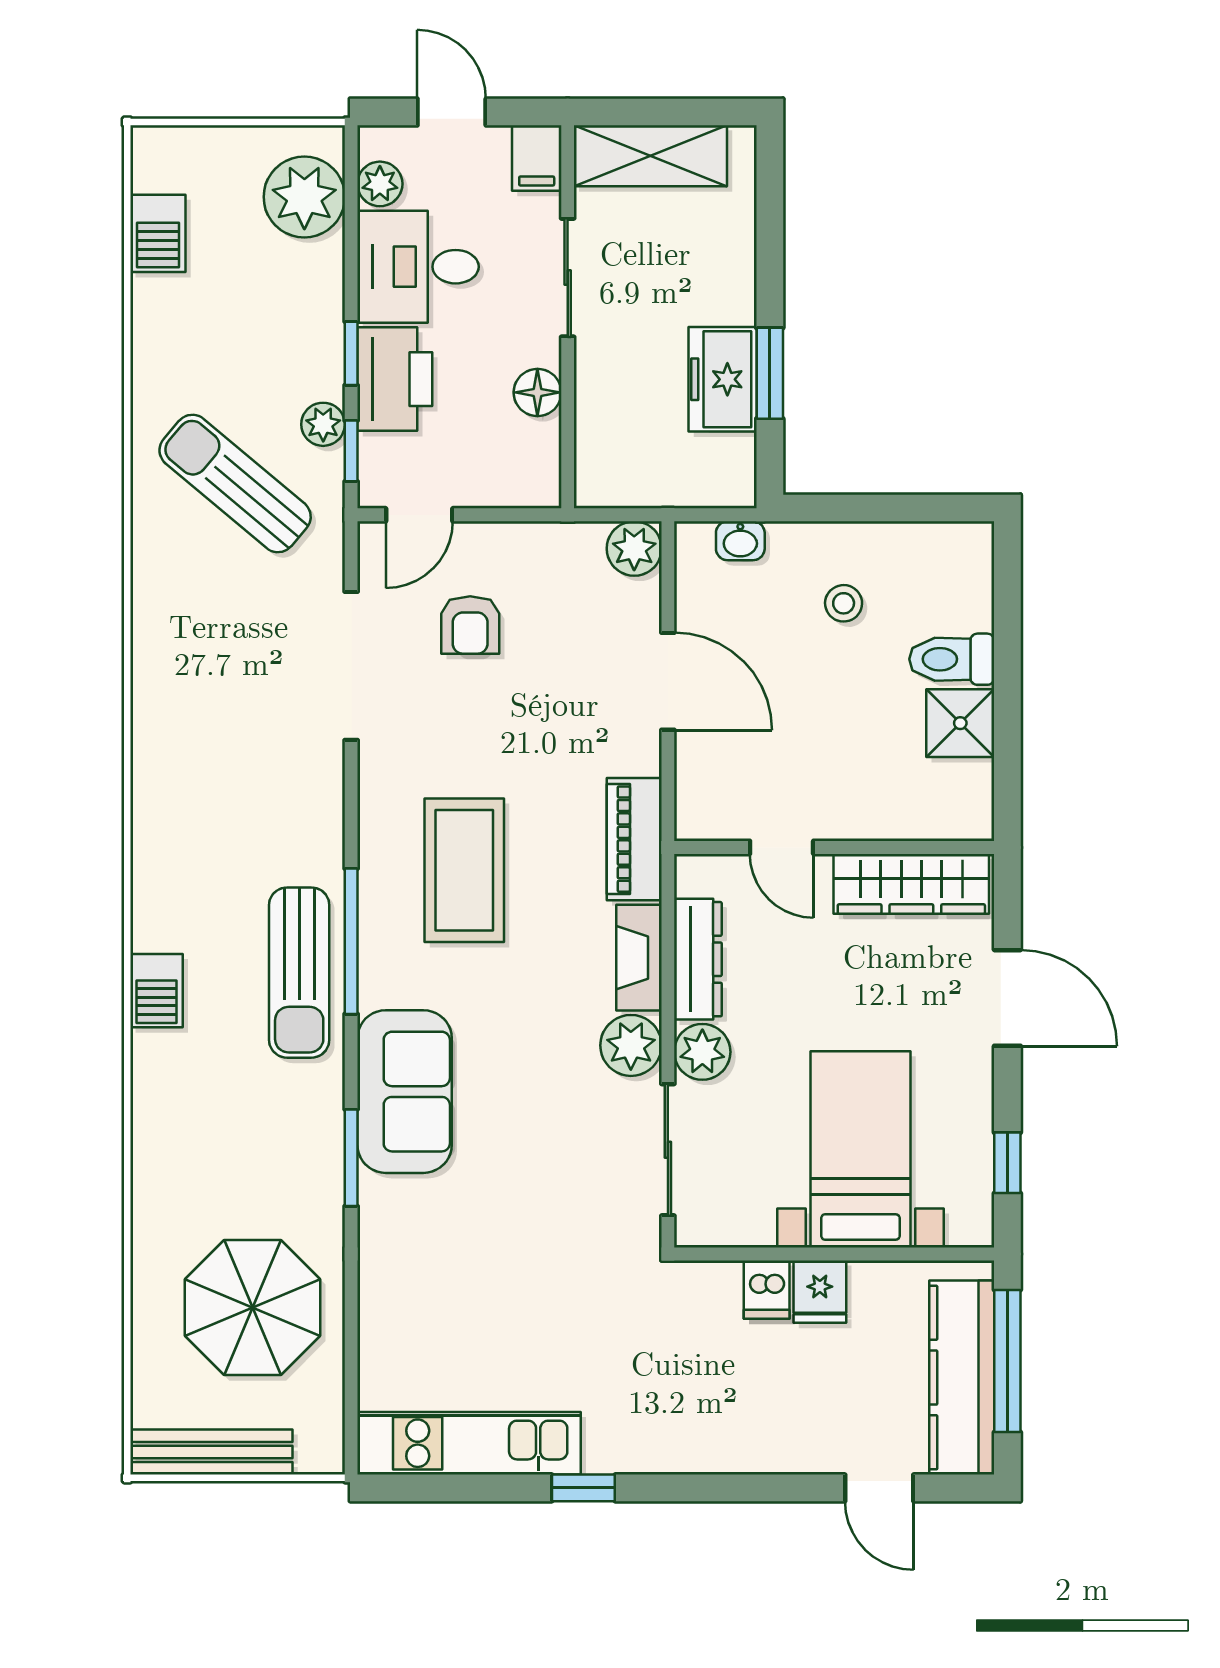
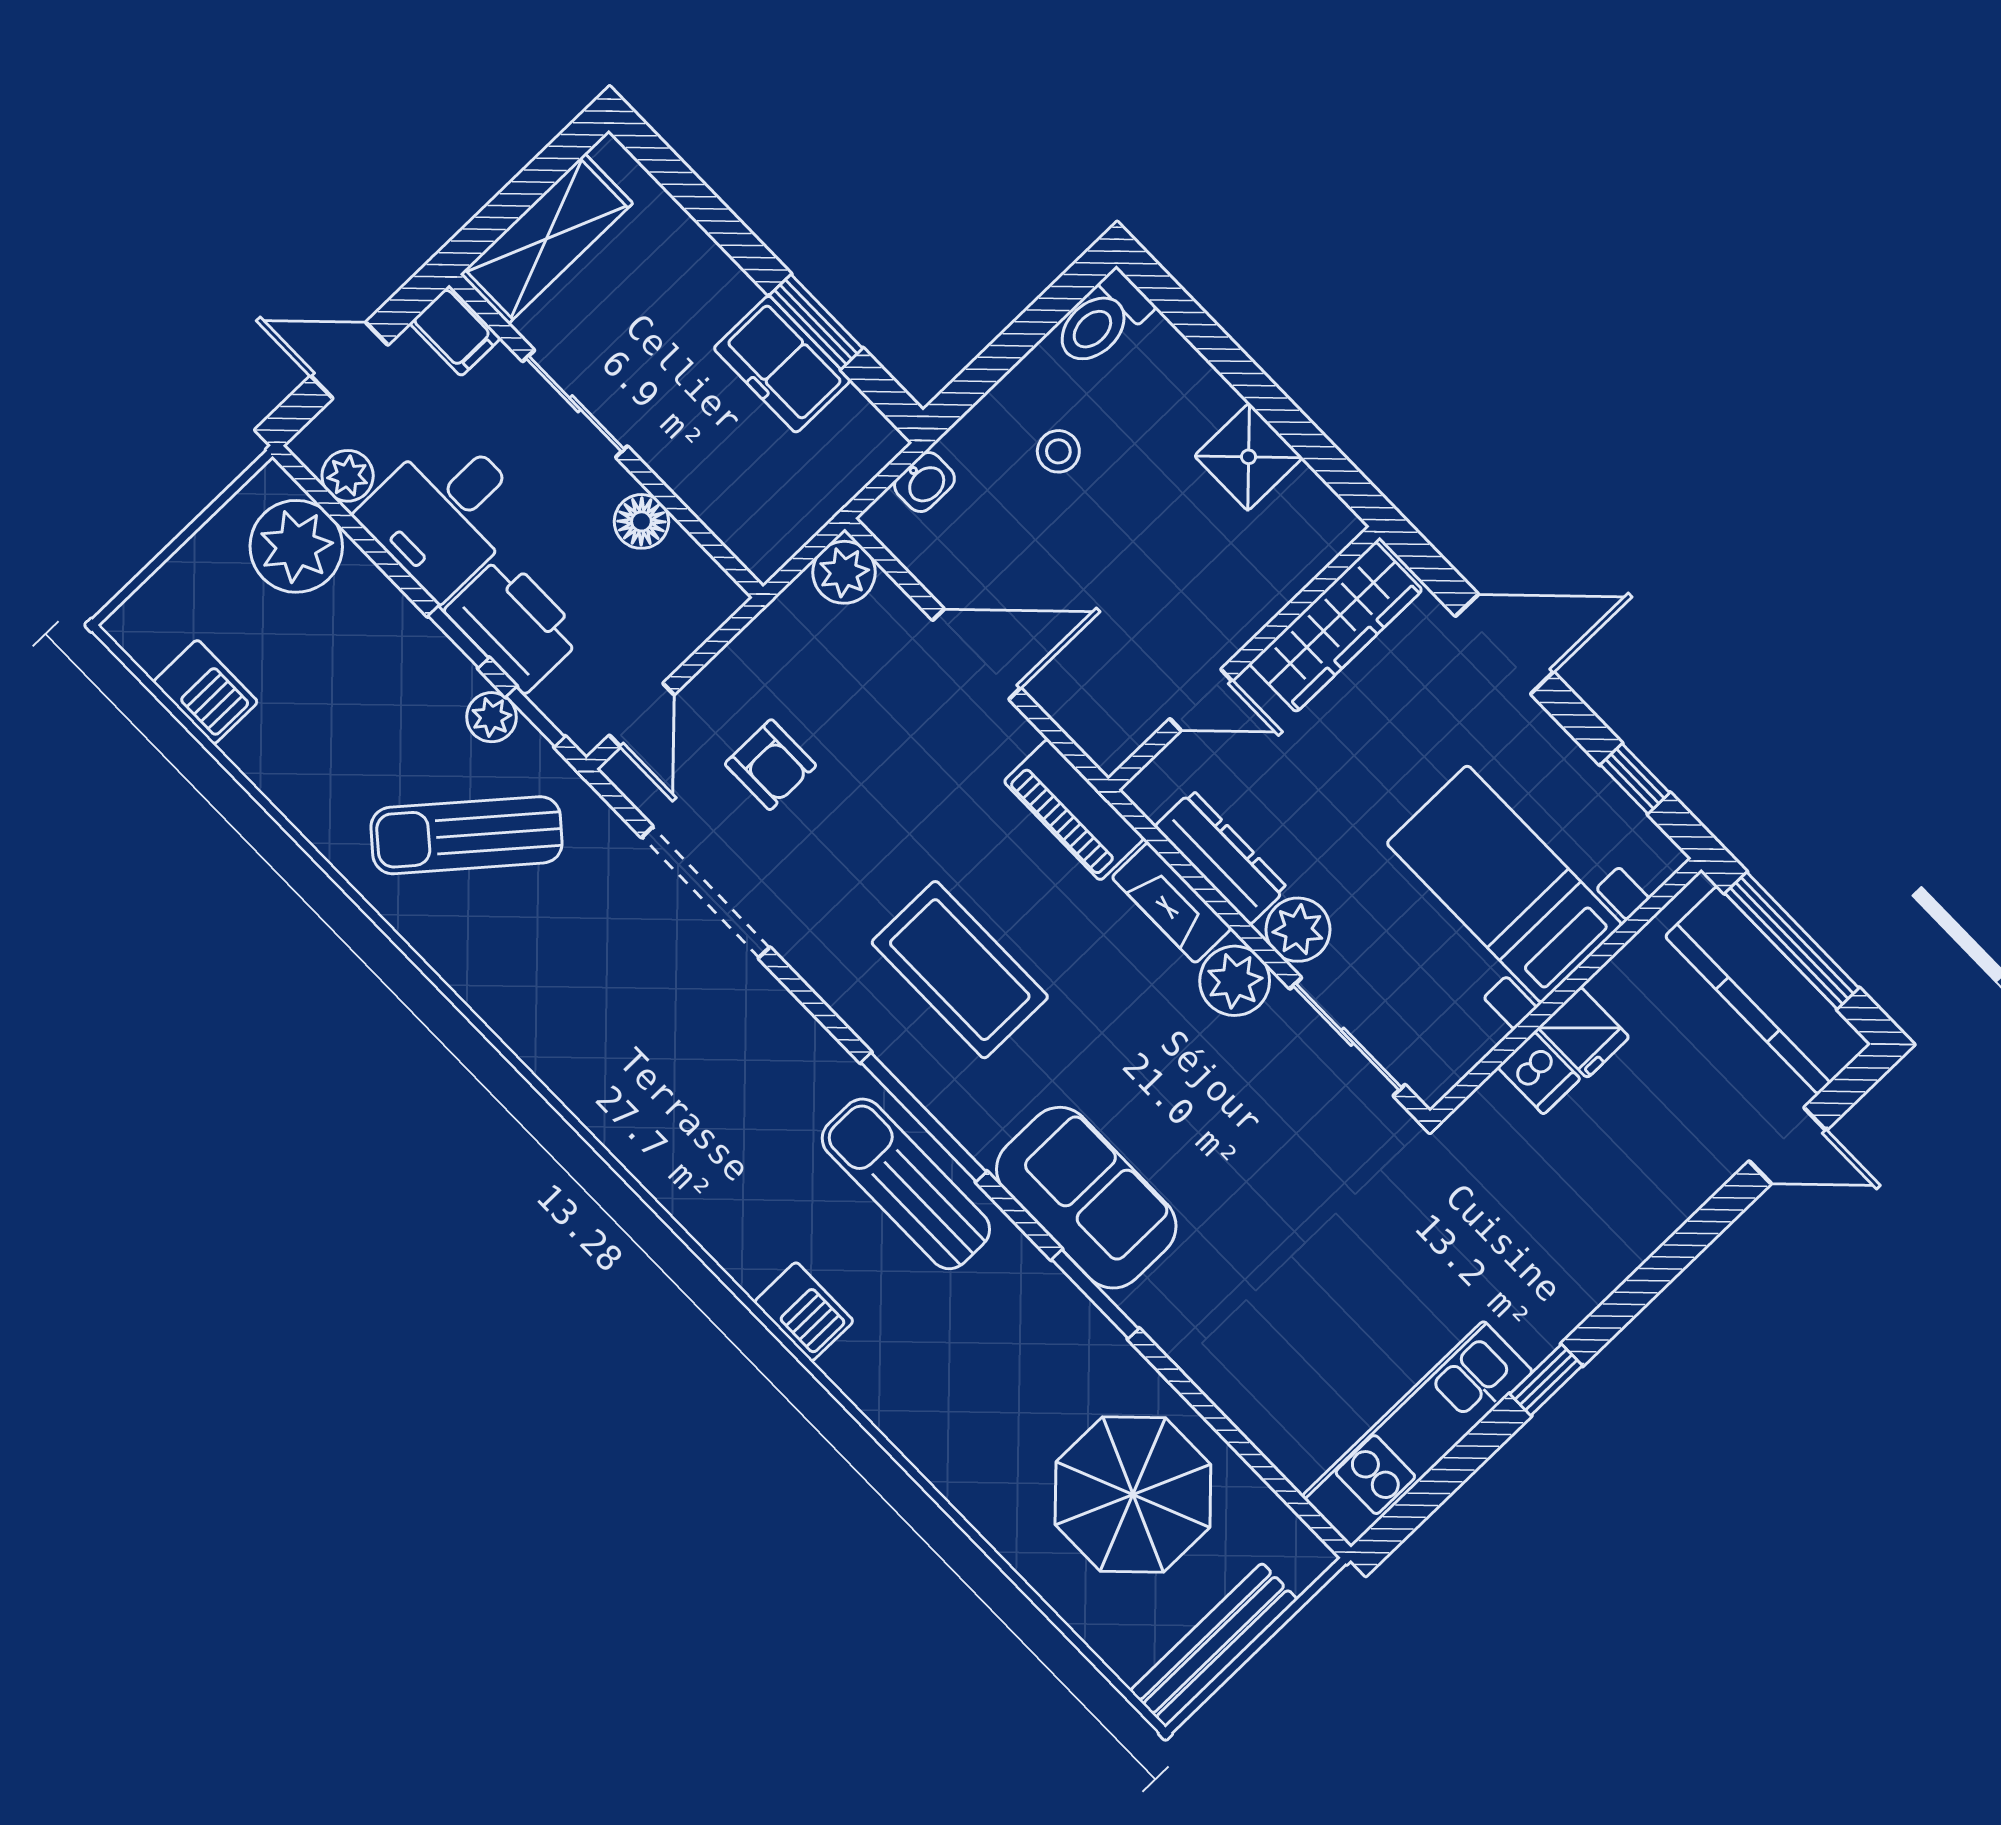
toilet: (952, 659) -> (1102, 320), moved
sun lounger: (299, 973) -> (906, 1184), turned 180

